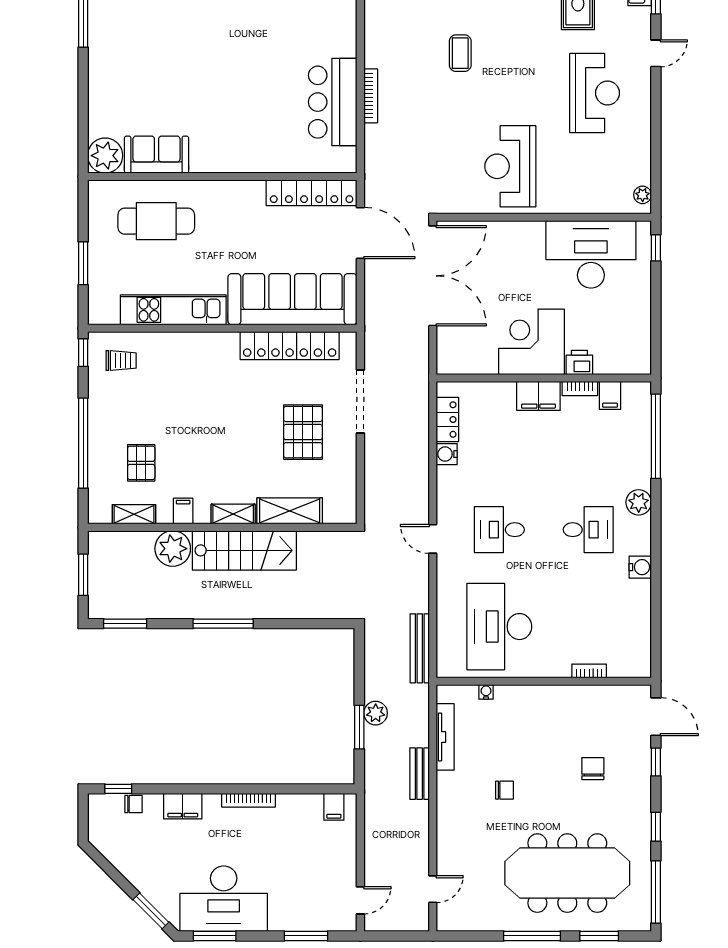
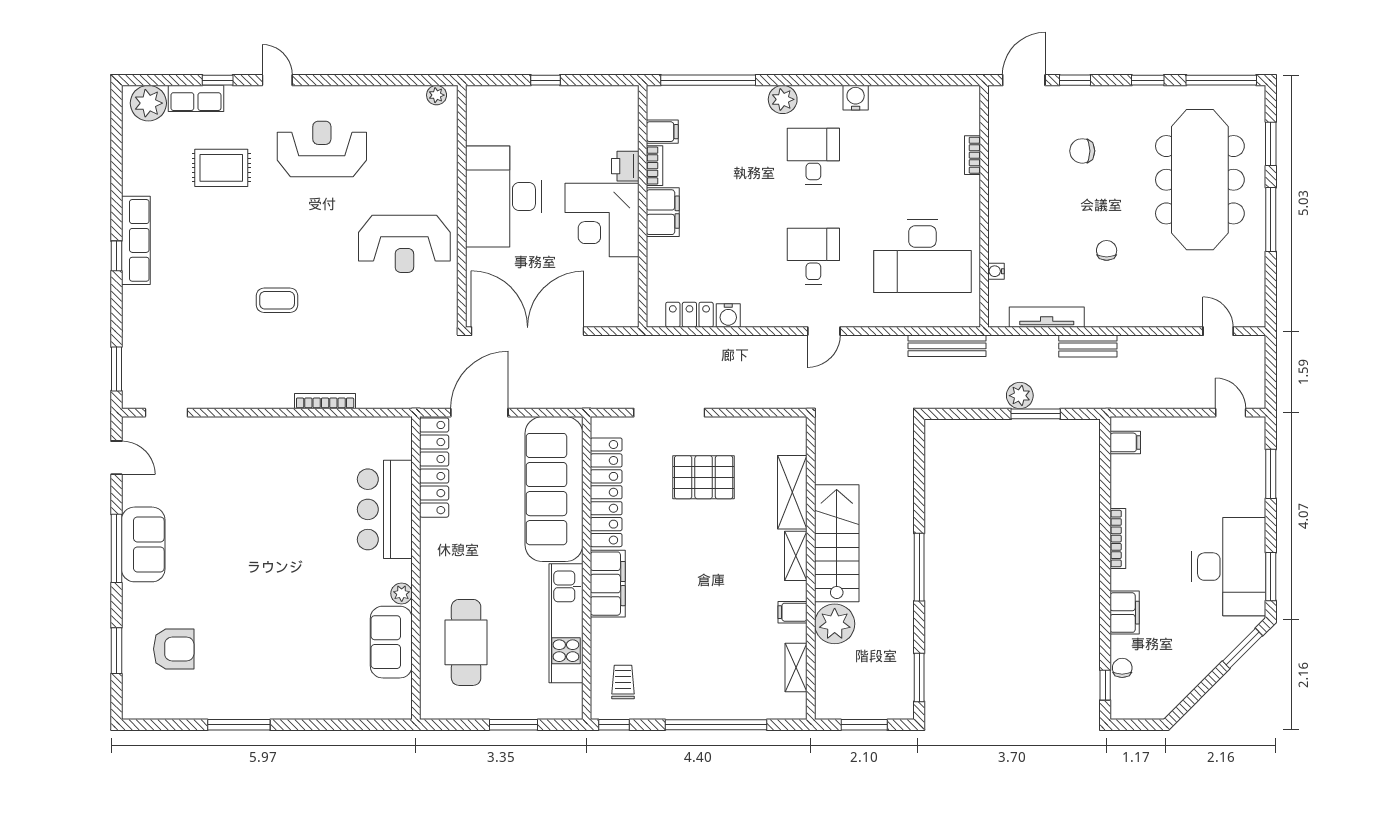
bar counter: (333, 102) -> (385, 509), moved, turned 90
plant: (105, 156) -> (402, 593), moved, width x0.53, depth x0.53
window: (656, 248) -> (545, 80), moved
desk: (591, 254) -> (503, 196), moved
filing cabinet: (209, 347) -> (608, 584), added
pallet: (141, 463) -> (738, 659), removed
desk: (499, 530) -> (813, 256), turned 180

